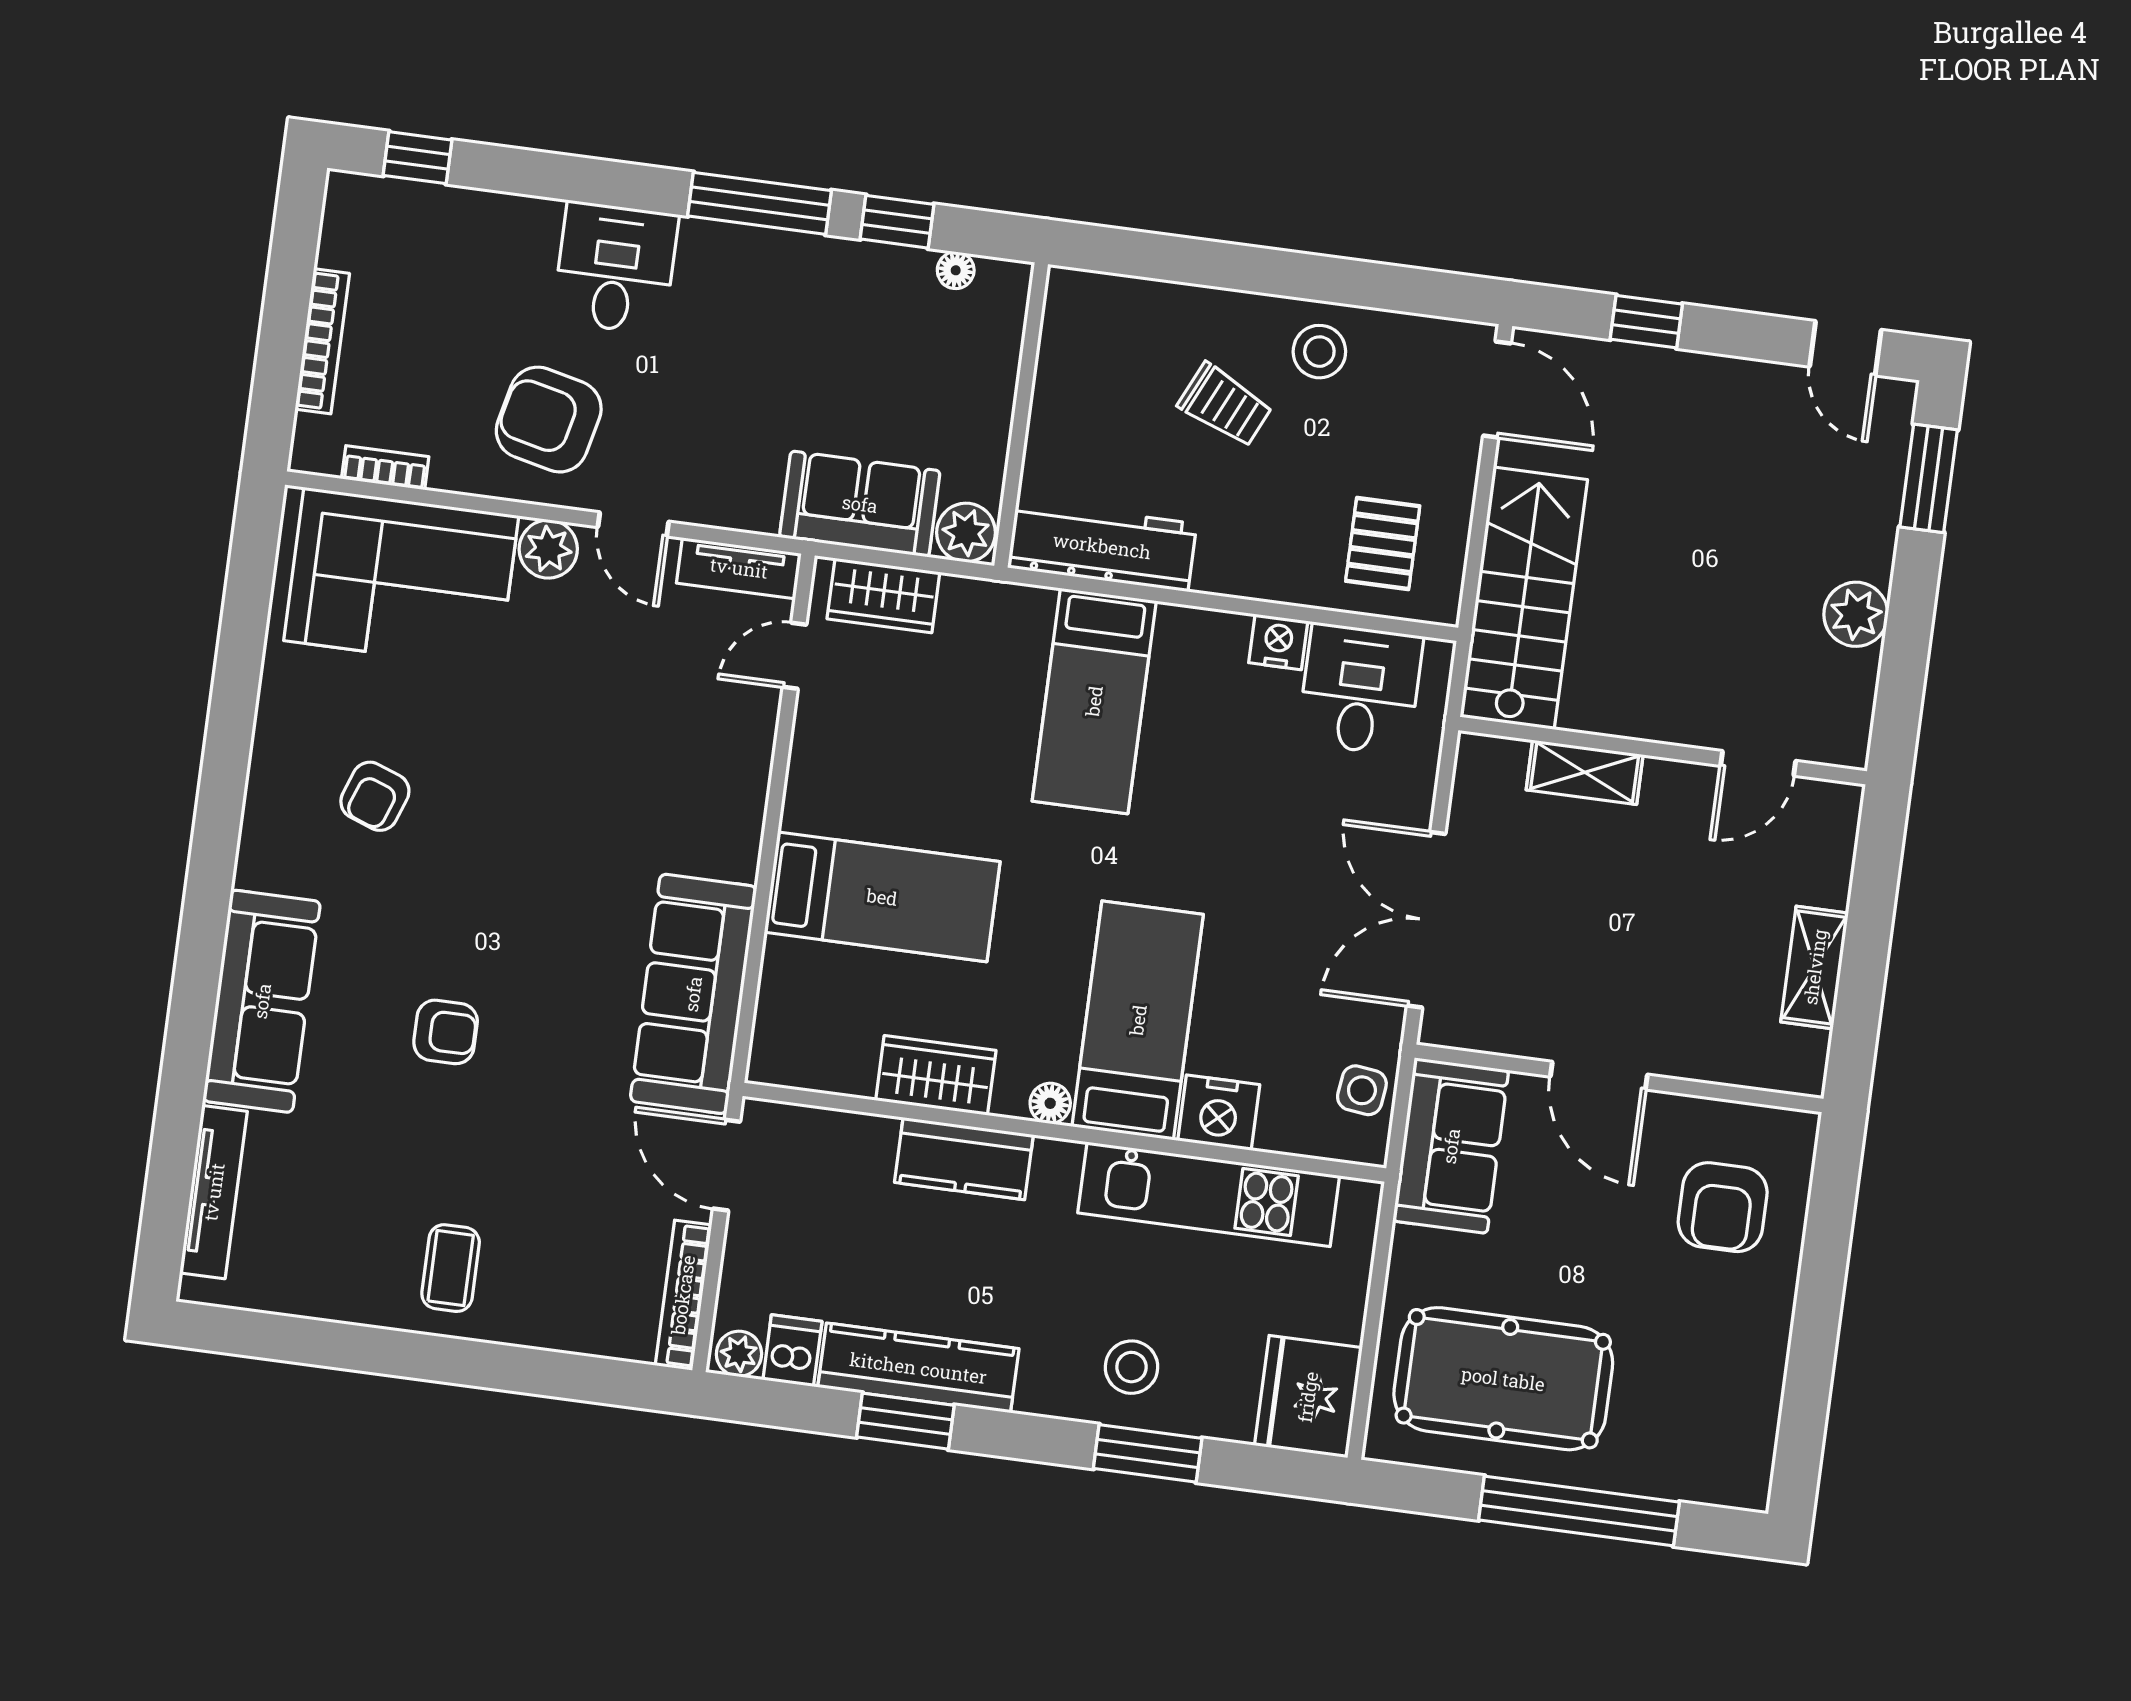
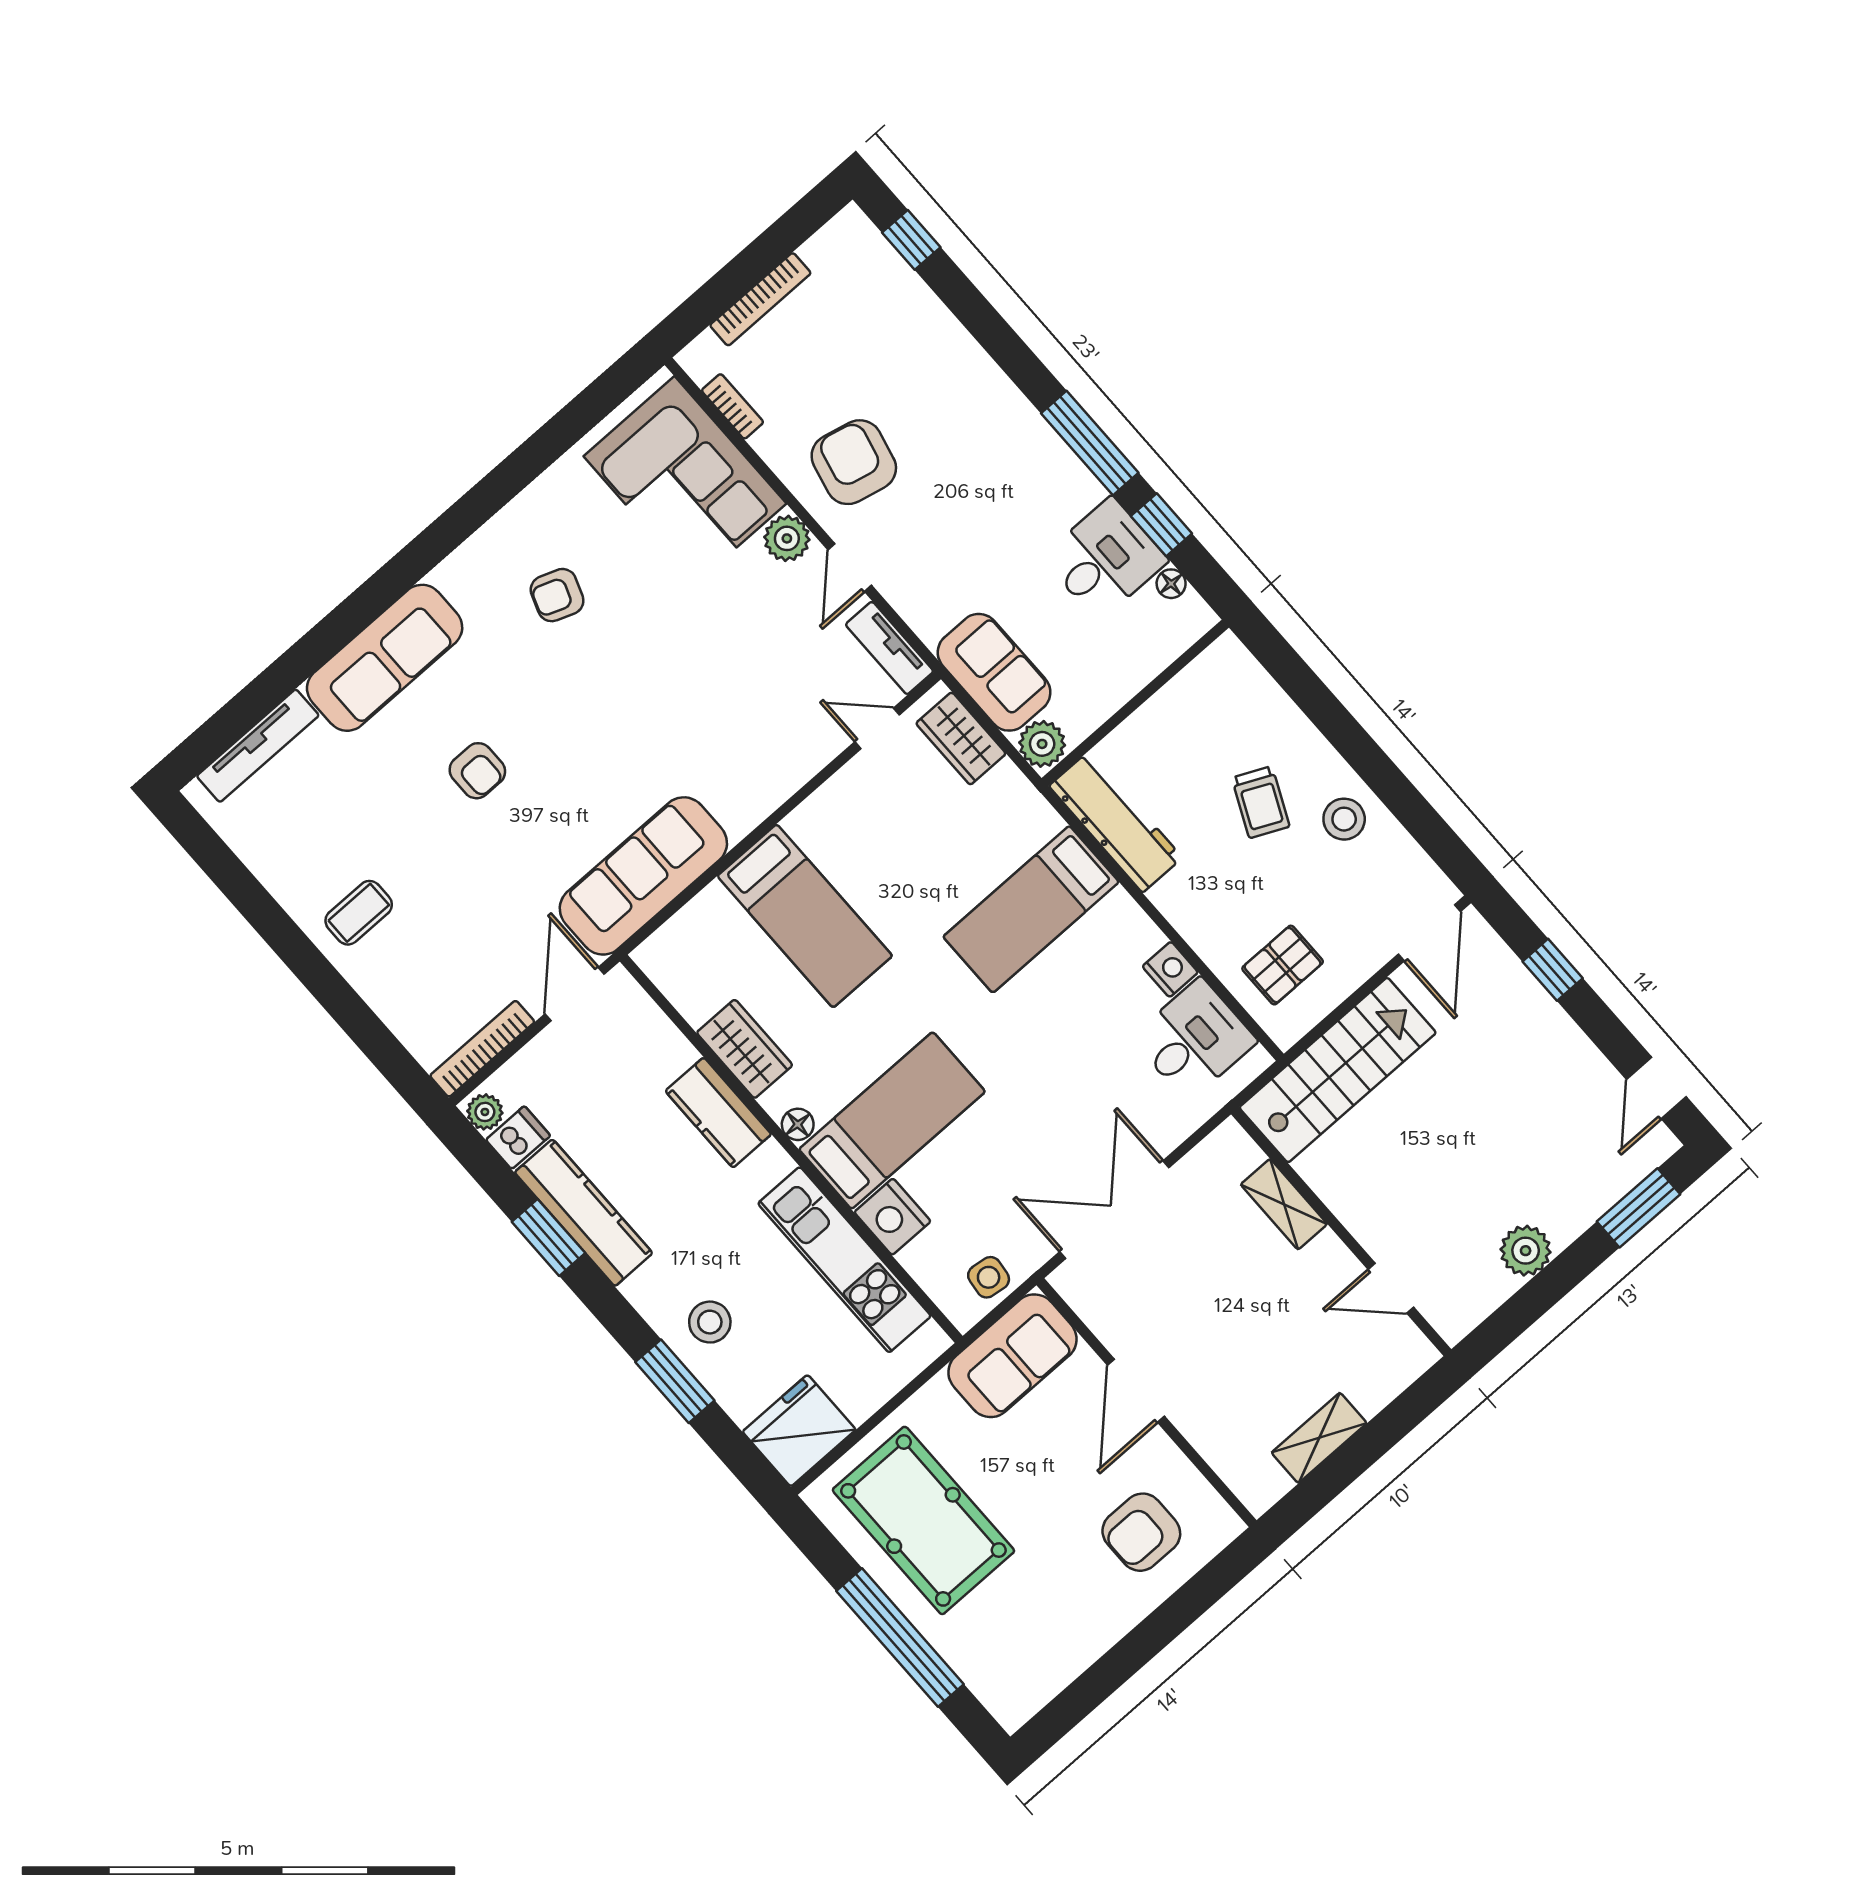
desk: (615, 268) -> (1105, 559), moved

